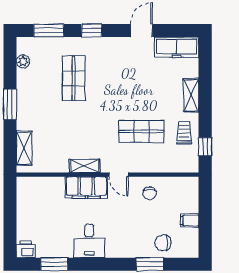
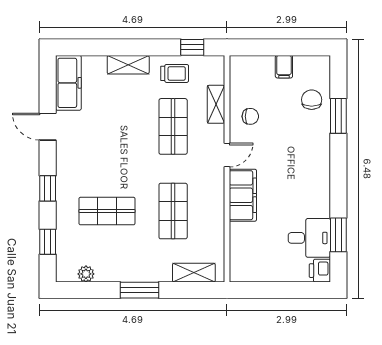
window: (49, 31) -> (48, 242), width x0.67
shop shelf: (74, 131) -> (173, 211), added
trolley: (184, 133) -> (175, 73), turned 180
shelving: (85, 166) -> (216, 104), moved
desk: (89, 241) -> (309, 238), moved
chair: (163, 243) -> (312, 100), turned 180

